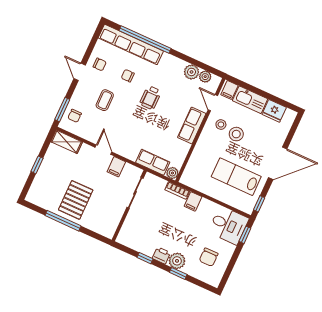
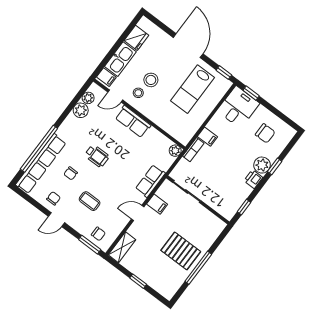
row of seats: (153, 162) -> (150, 181), moved
window: (145, 258) -> (244, 207), moved

